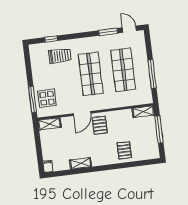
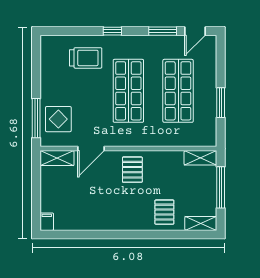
door: (129, 29) -> (195, 31), swing flipped
window: (51, 39) -> (112, 31), moved
window: (152, 74) -> (221, 103), width x0.69
door: (82, 113) -> (91, 149), moved
shelving: (81, 163) -> (201, 223), moved

